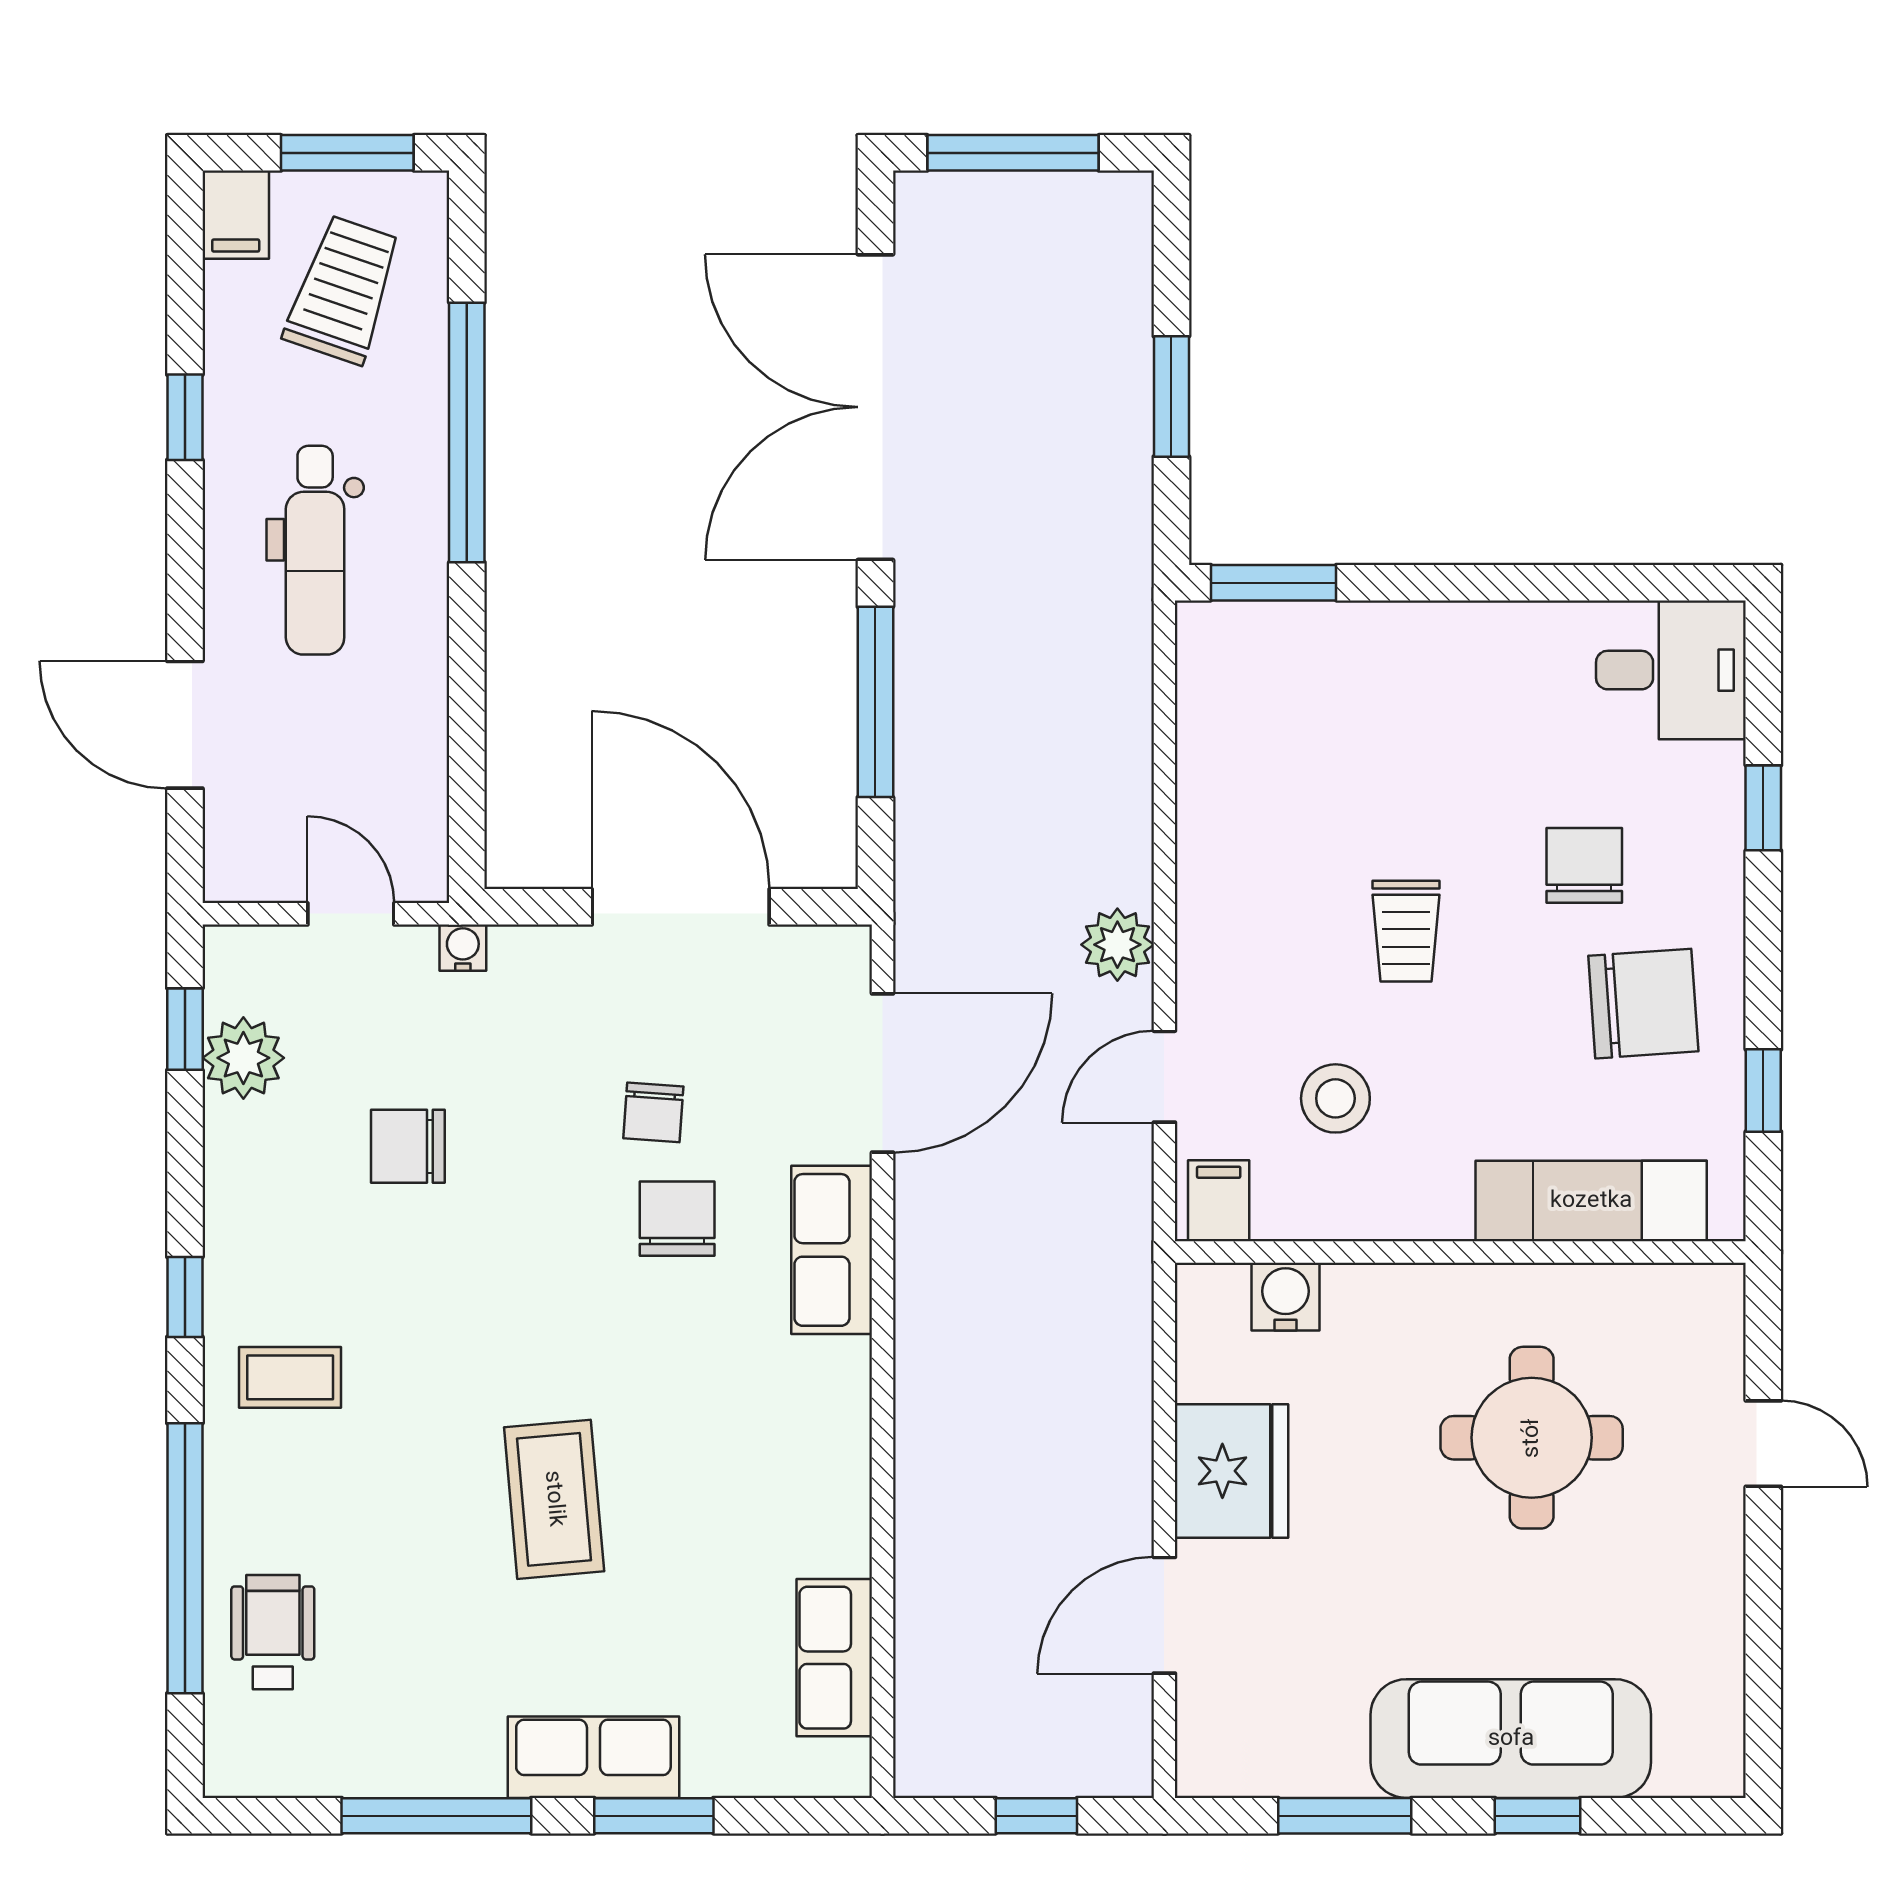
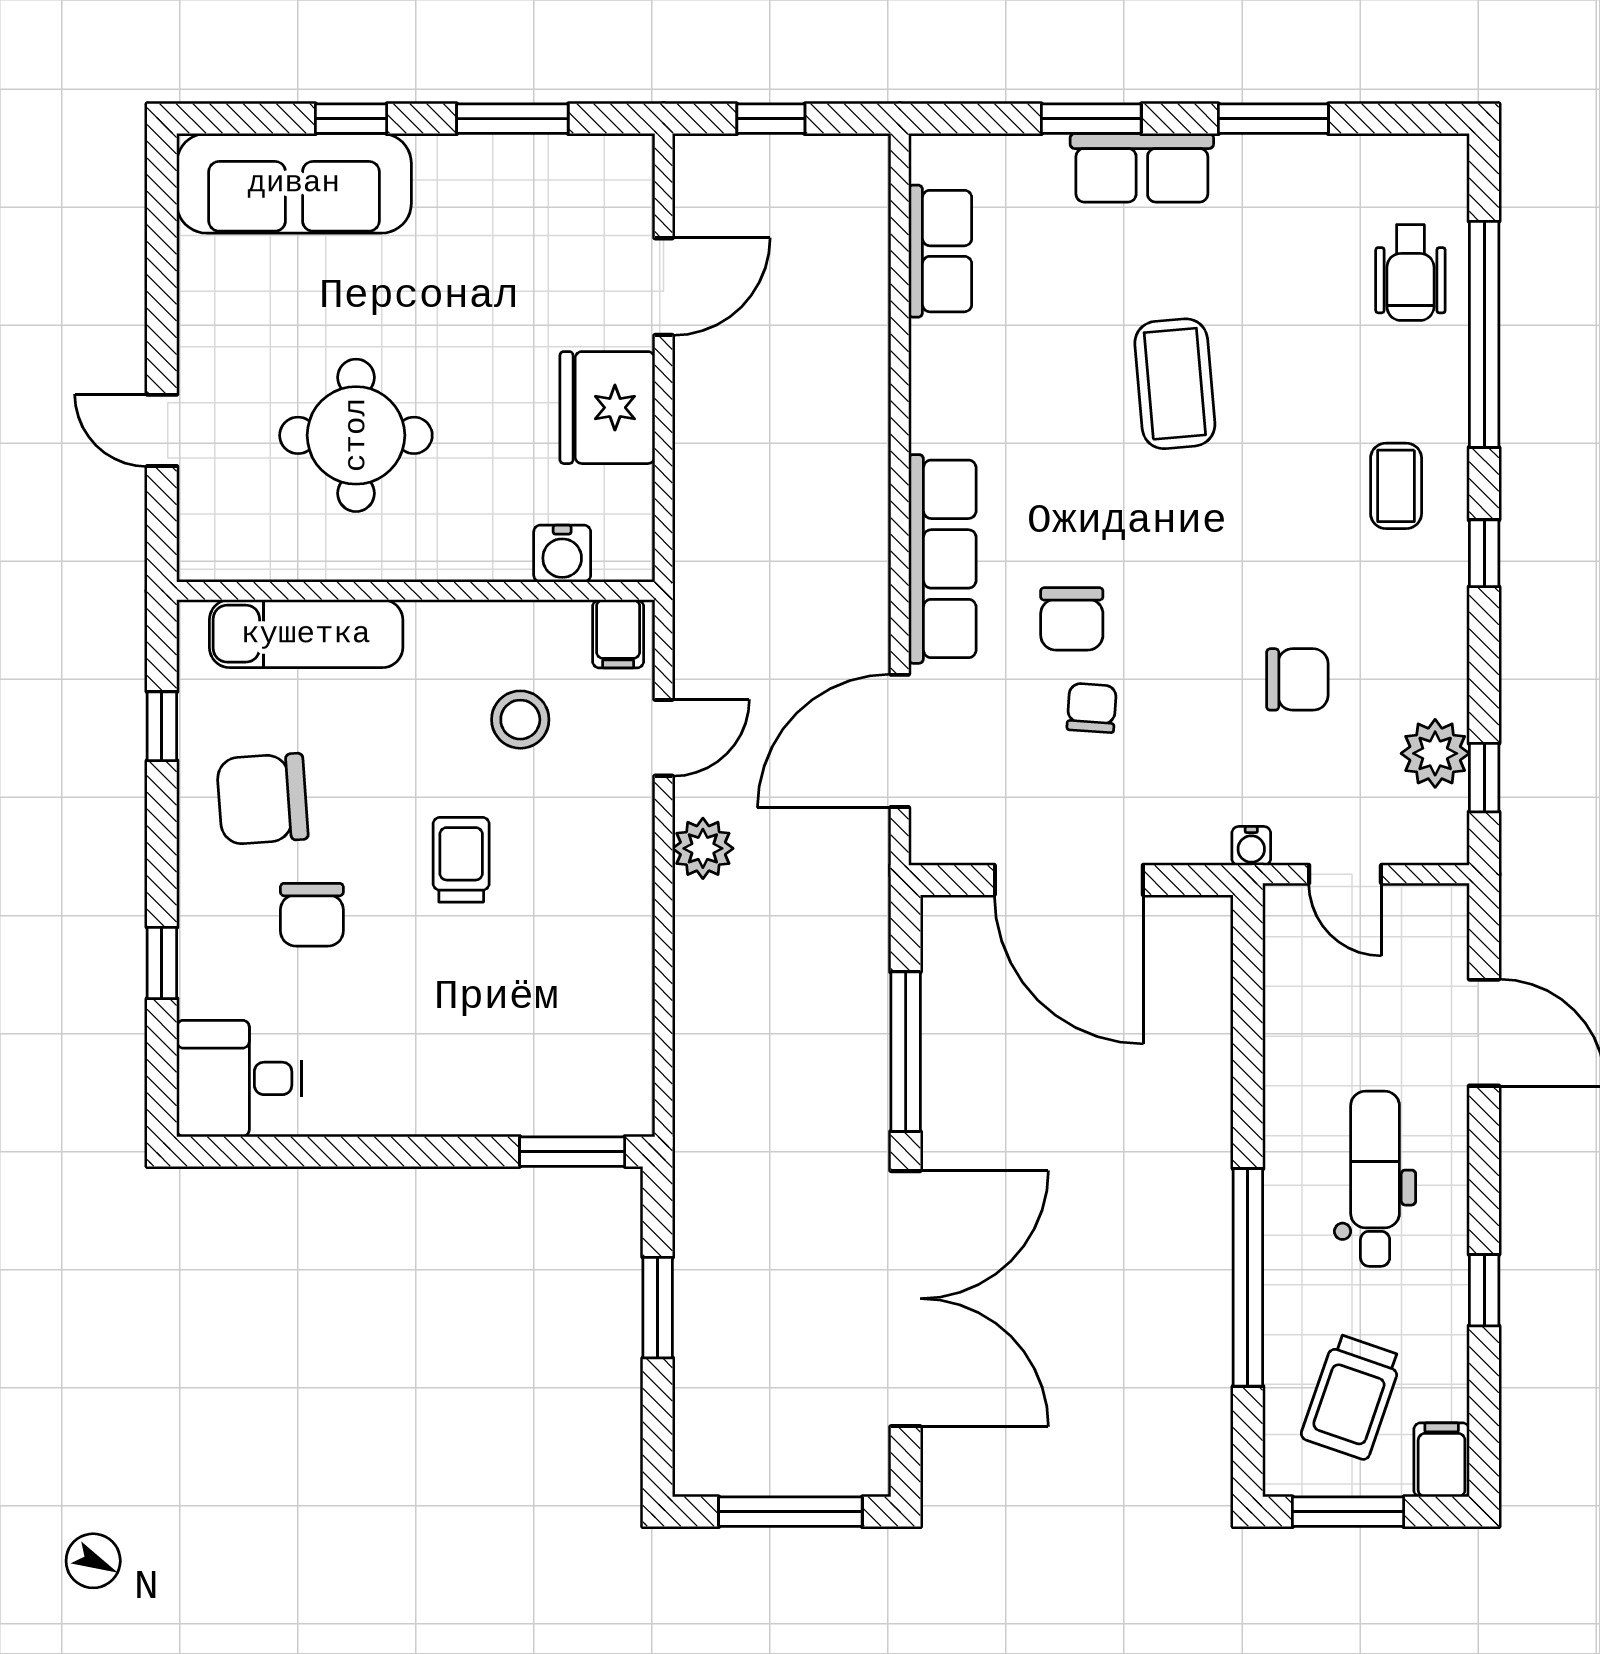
row of seats: (832, 1250) -> (942, 559), width x1.48
coffee table: (290, 1377) -> (1396, 486), turned 90
sofa: (1511, 1739) -> (294, 183), moved
window: (436, 1816) -> (1273, 119), width x0.69

